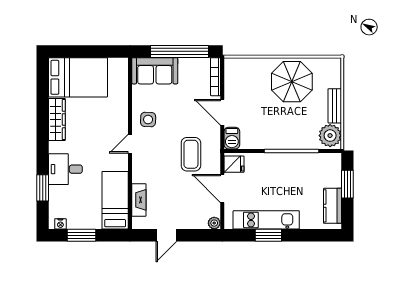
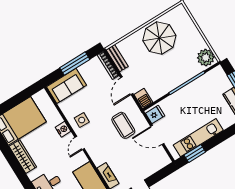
window: (179, 51) -> (75, 64), width x0.68
bench: (335, 106) -> (117, 58), moved
door: (222, 112) -> (127, 86), hinge flipped
nightstand: (121, 117) -> (63, 129), added
plant: (214, 223) -> (166, 160), removed
window: (268, 235) -> (195, 153), moved

